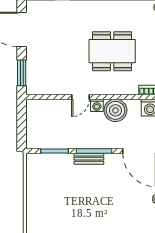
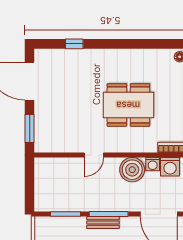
washing machine: (97, 105) -> (153, 164), moved

